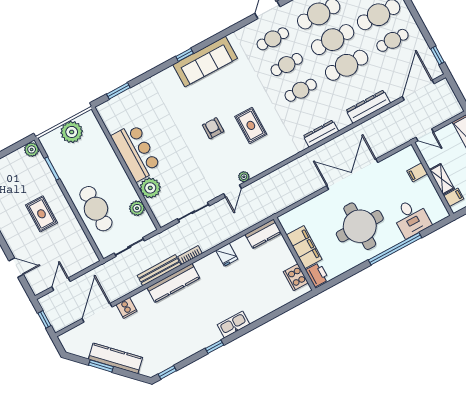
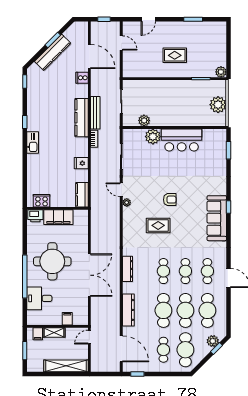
cafe table: (96, 209) -> (159, 93), removed

